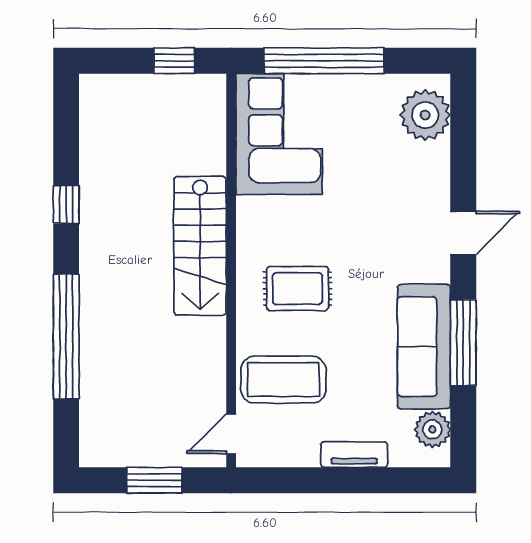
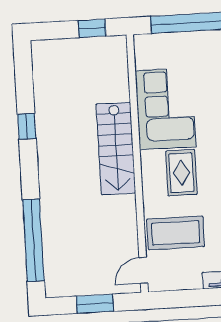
corner sofa: (279, 134) -> (166, 109), moved
rug: (298, 289) -> (181, 173), turned 90
window: (66, 337) -> (33, 240), moved

